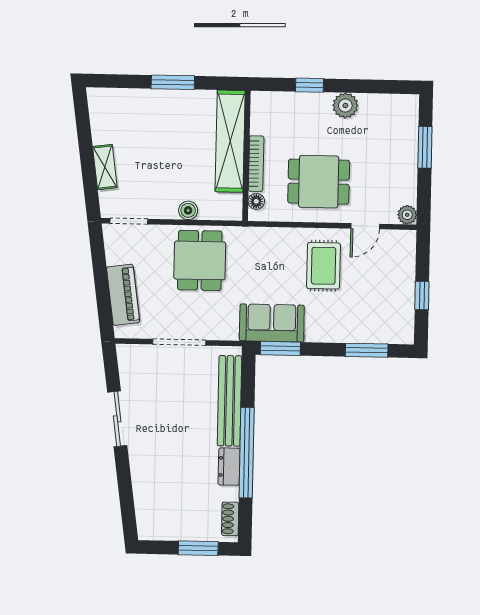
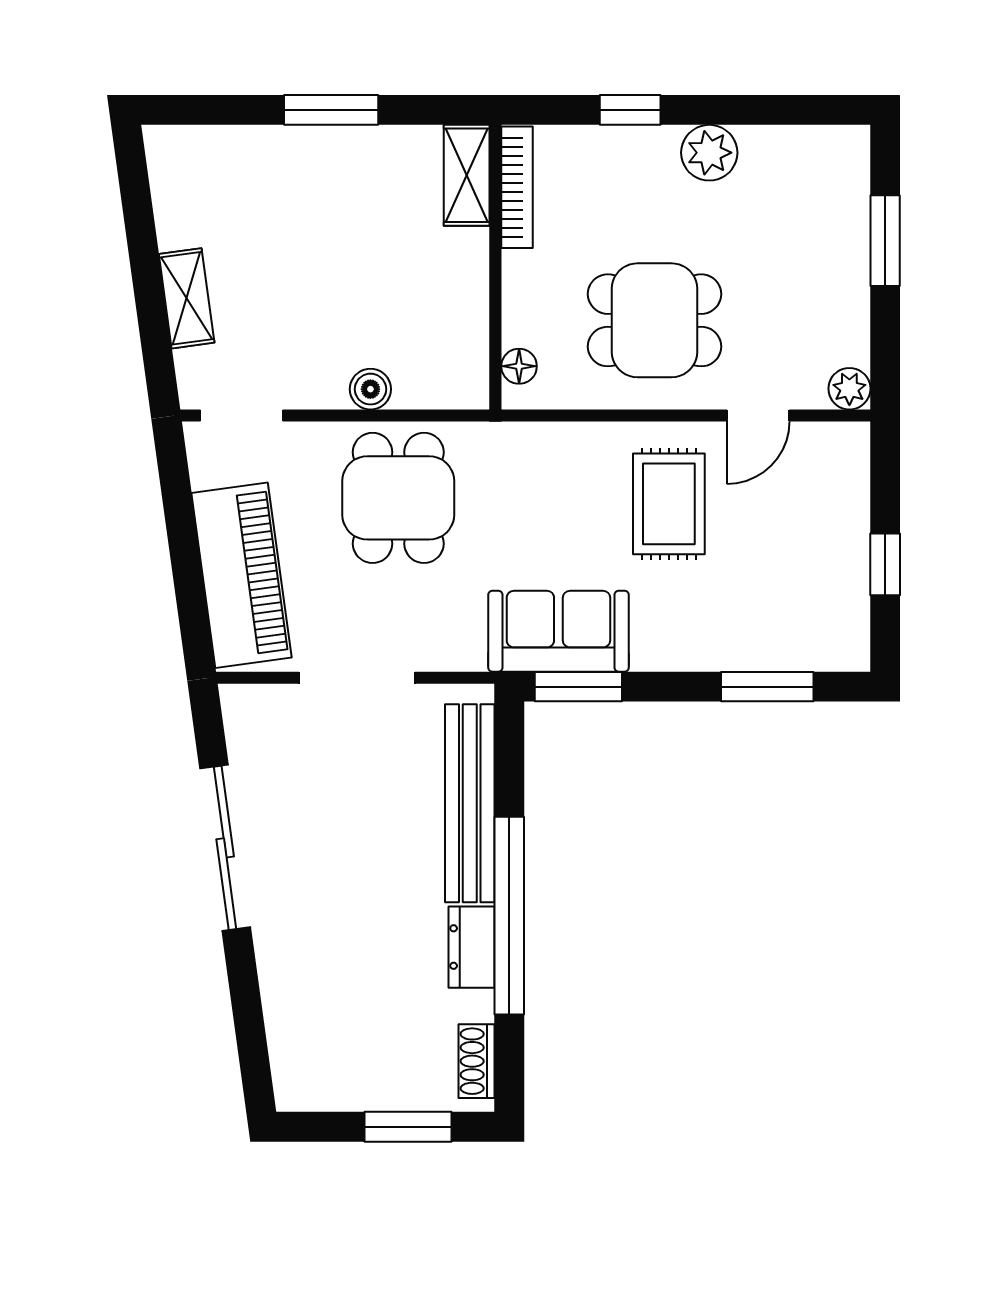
shelving: (230, 141) -> (467, 175), width x0.45, depth x0.75
bookcase: (256, 164) -> (517, 187), moved
piano: (123, 295) -> (242, 575), width x1.37, depth x1.33
sliding door: (117, 419) -> (225, 848), width x1.37

